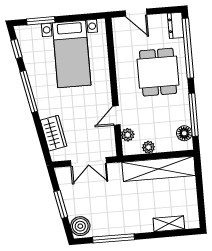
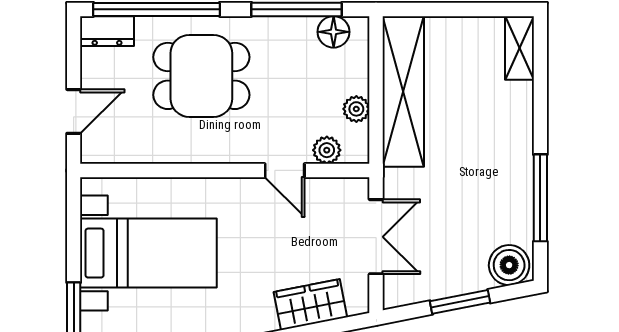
shelving: (169, 224) -> (519, 48), moved

